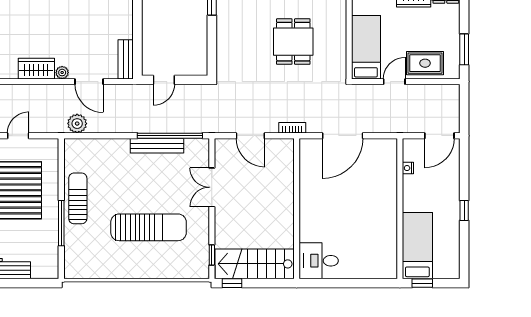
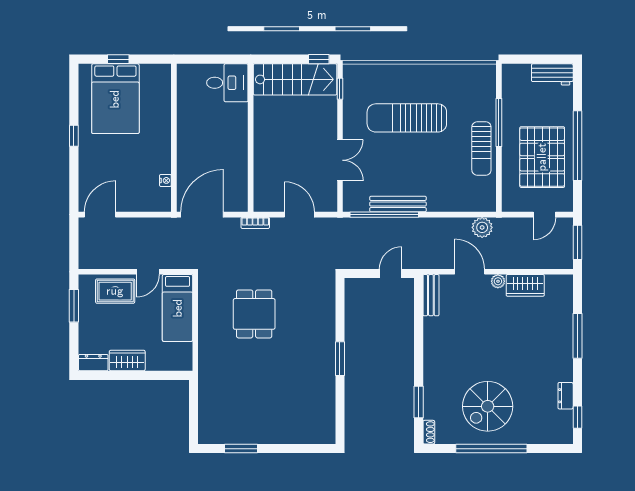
nightstand: (408, 168) -> (165, 180), moved
wall: (400, 209) -> (174, 138), moved
bed: (417, 246) -> (115, 99), width x1.50

